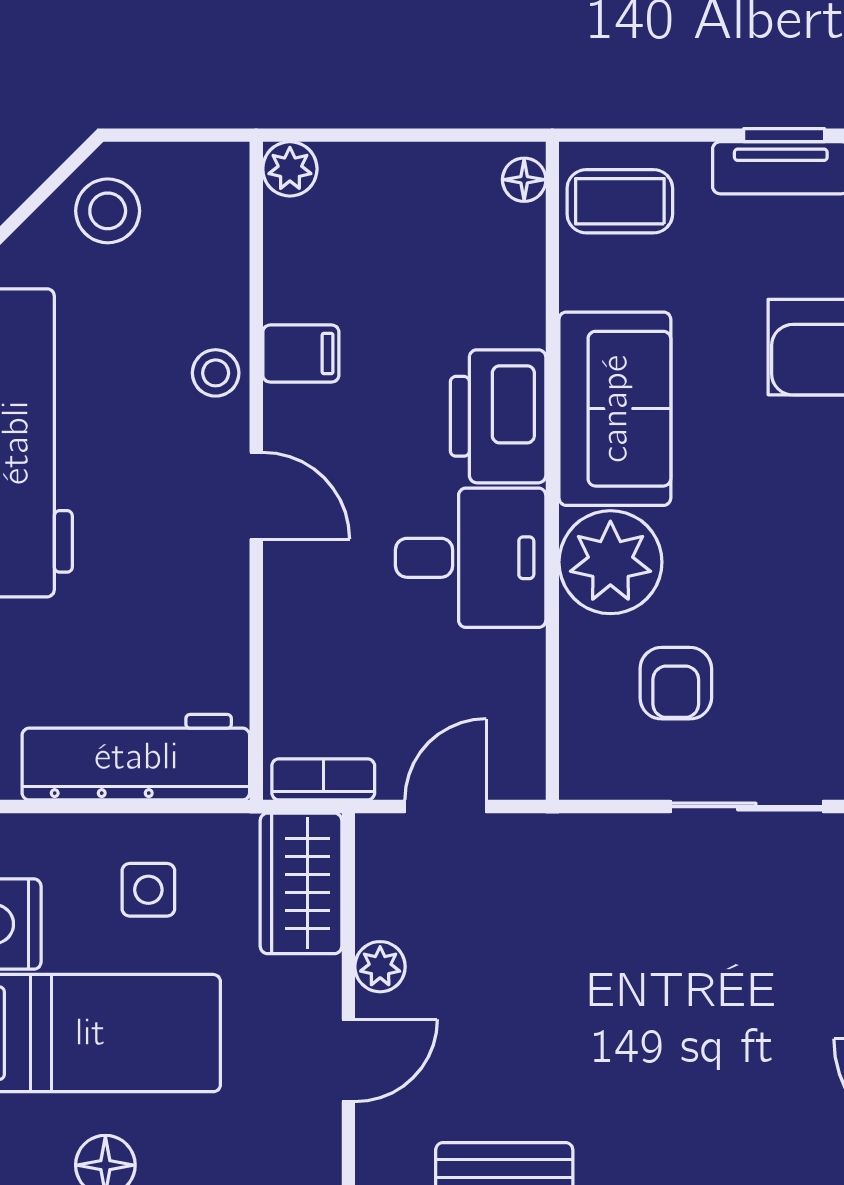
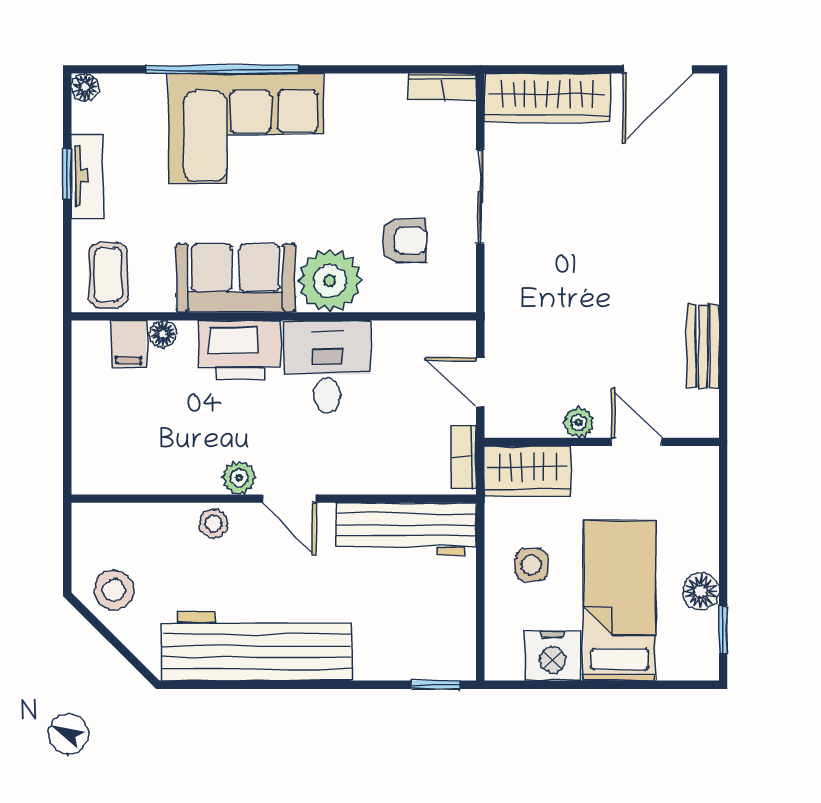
plant: (290, 169) -> (239, 478), moved
floor lamp: (524, 180) -> (163, 334), moved
filing cabinet: (301, 354) -> (129, 344), moved, turned 180
door: (256, 496) -> (289, 499), swing flipped
workbench: (136, 757) -> (406, 529), moved, turned -90

